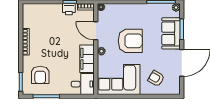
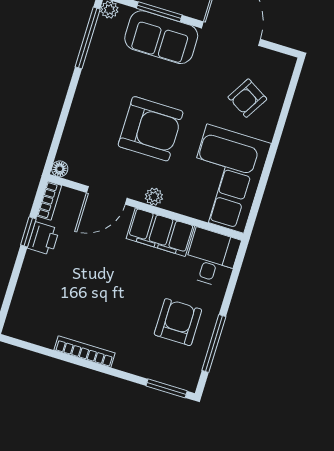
armchair: (130, 41) -> (151, 129), turned 90
armchair: (40, 75) -> (178, 322), moved, turned -90

